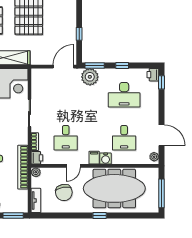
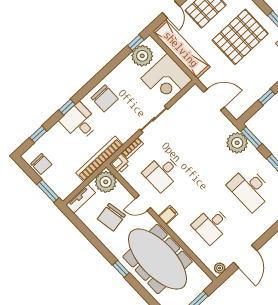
door: (63, 67) -> (214, 100), moved
water cooler: (106, 159) -> (177, 226), removed
plant: (36, 172) -> (106, 182), width x1.87, depth x1.87

